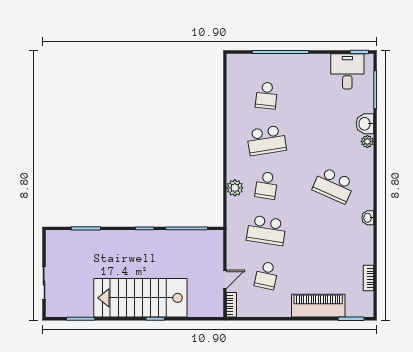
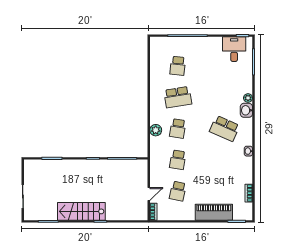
washbasin: (365, 124) -> (246, 110), moved
school desk: (266, 230) -> (178, 160), width x0.54
stairs: (140, 298) -> (81, 211), width x0.73, depth x0.66

